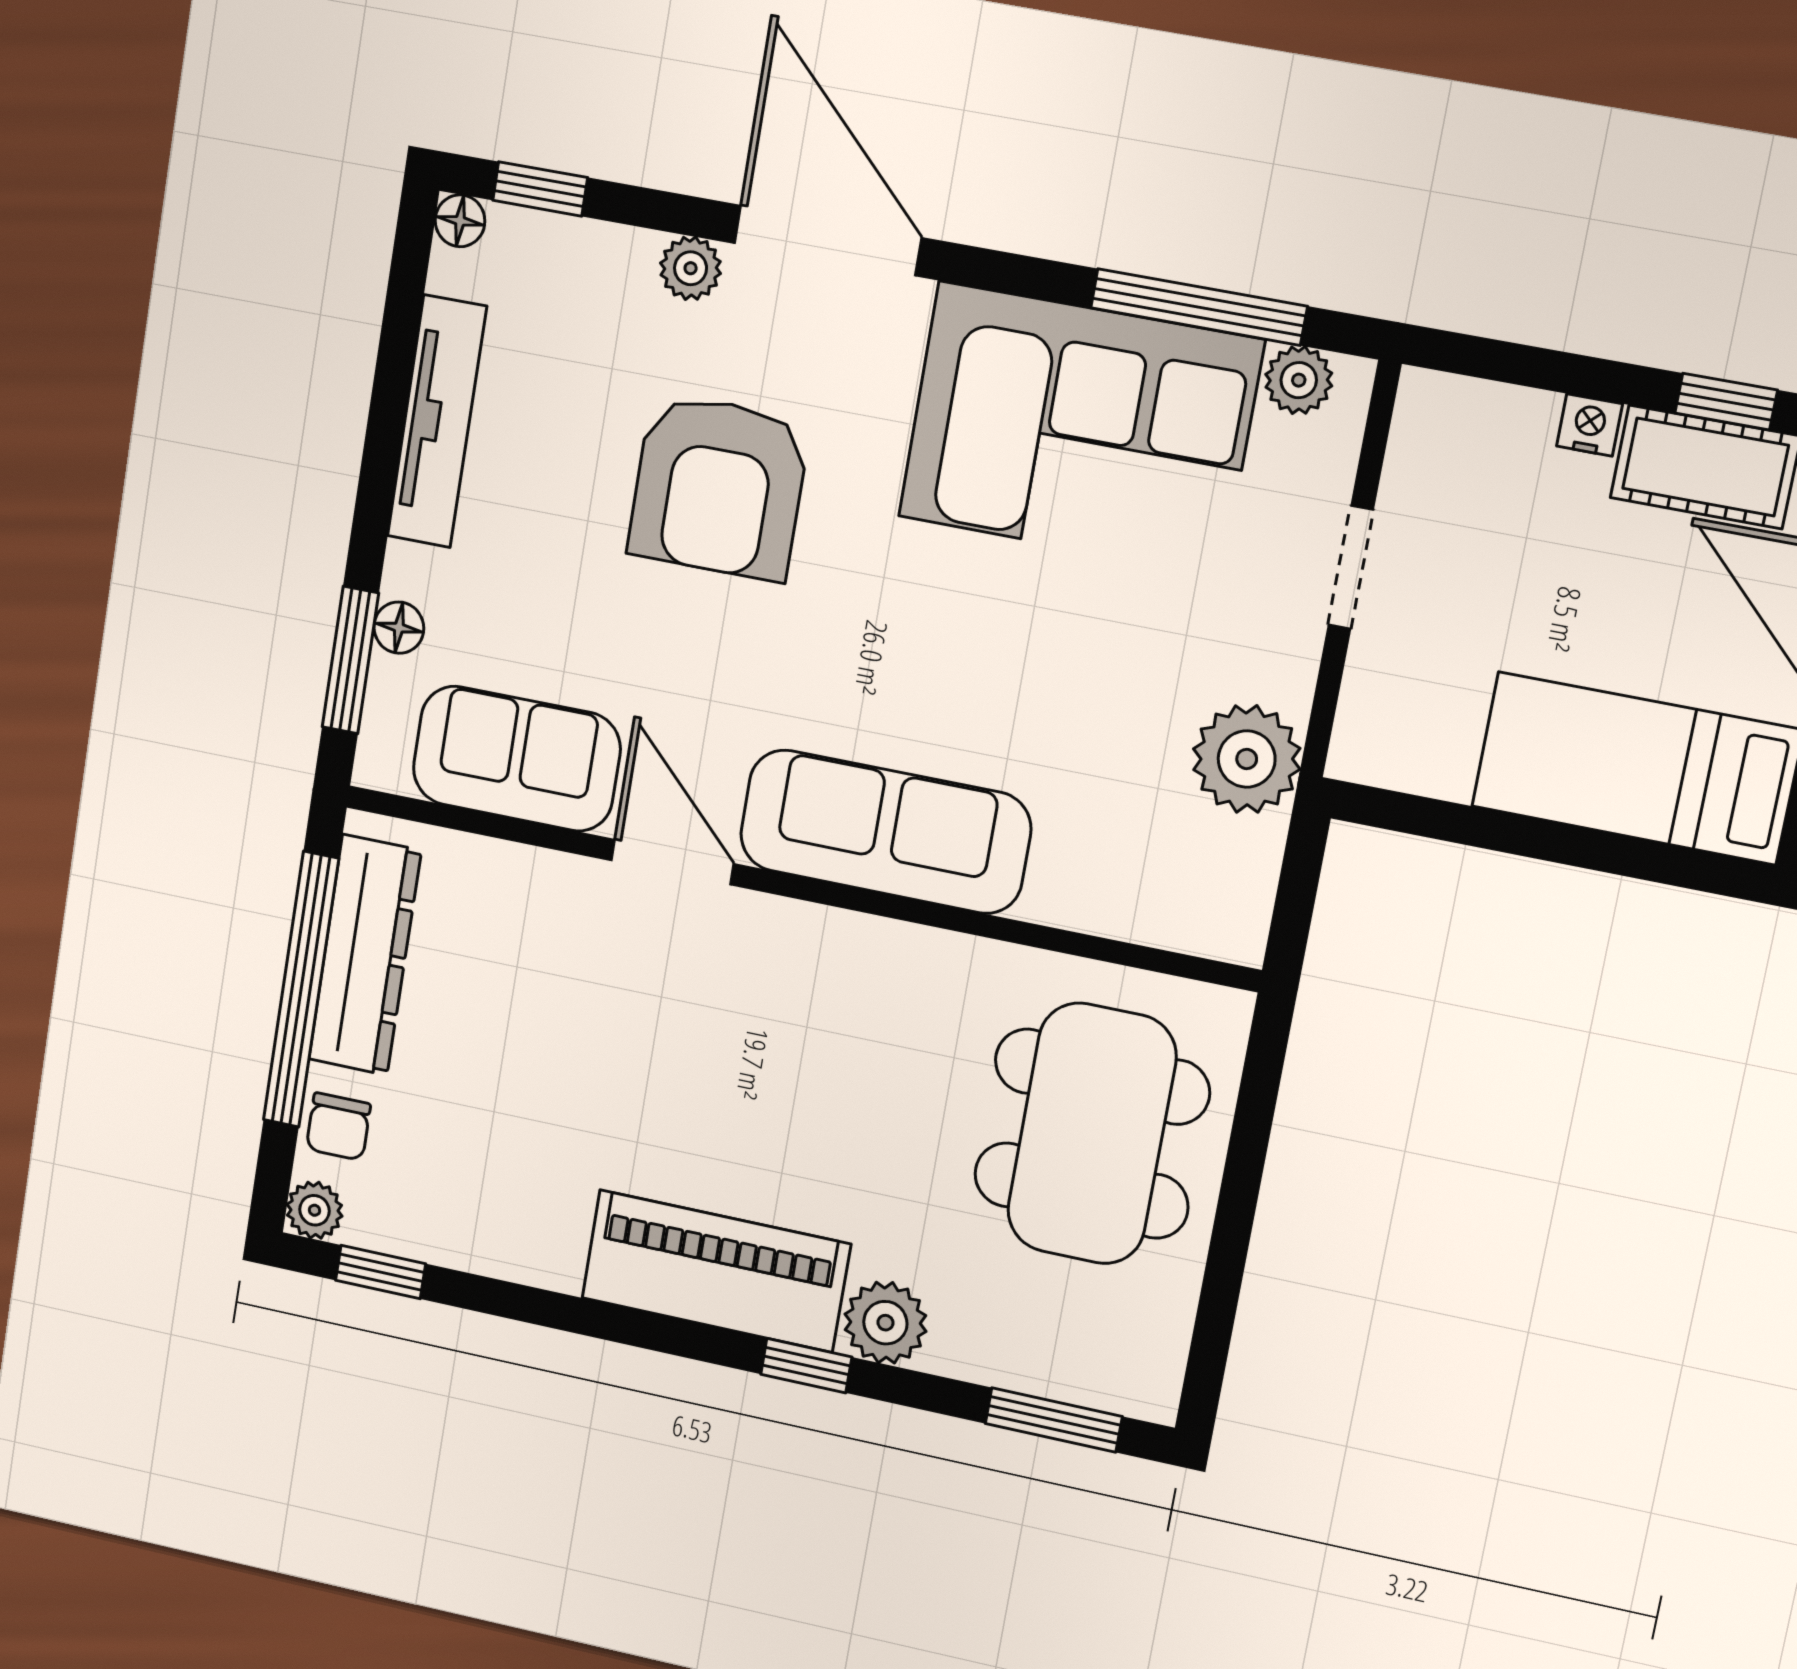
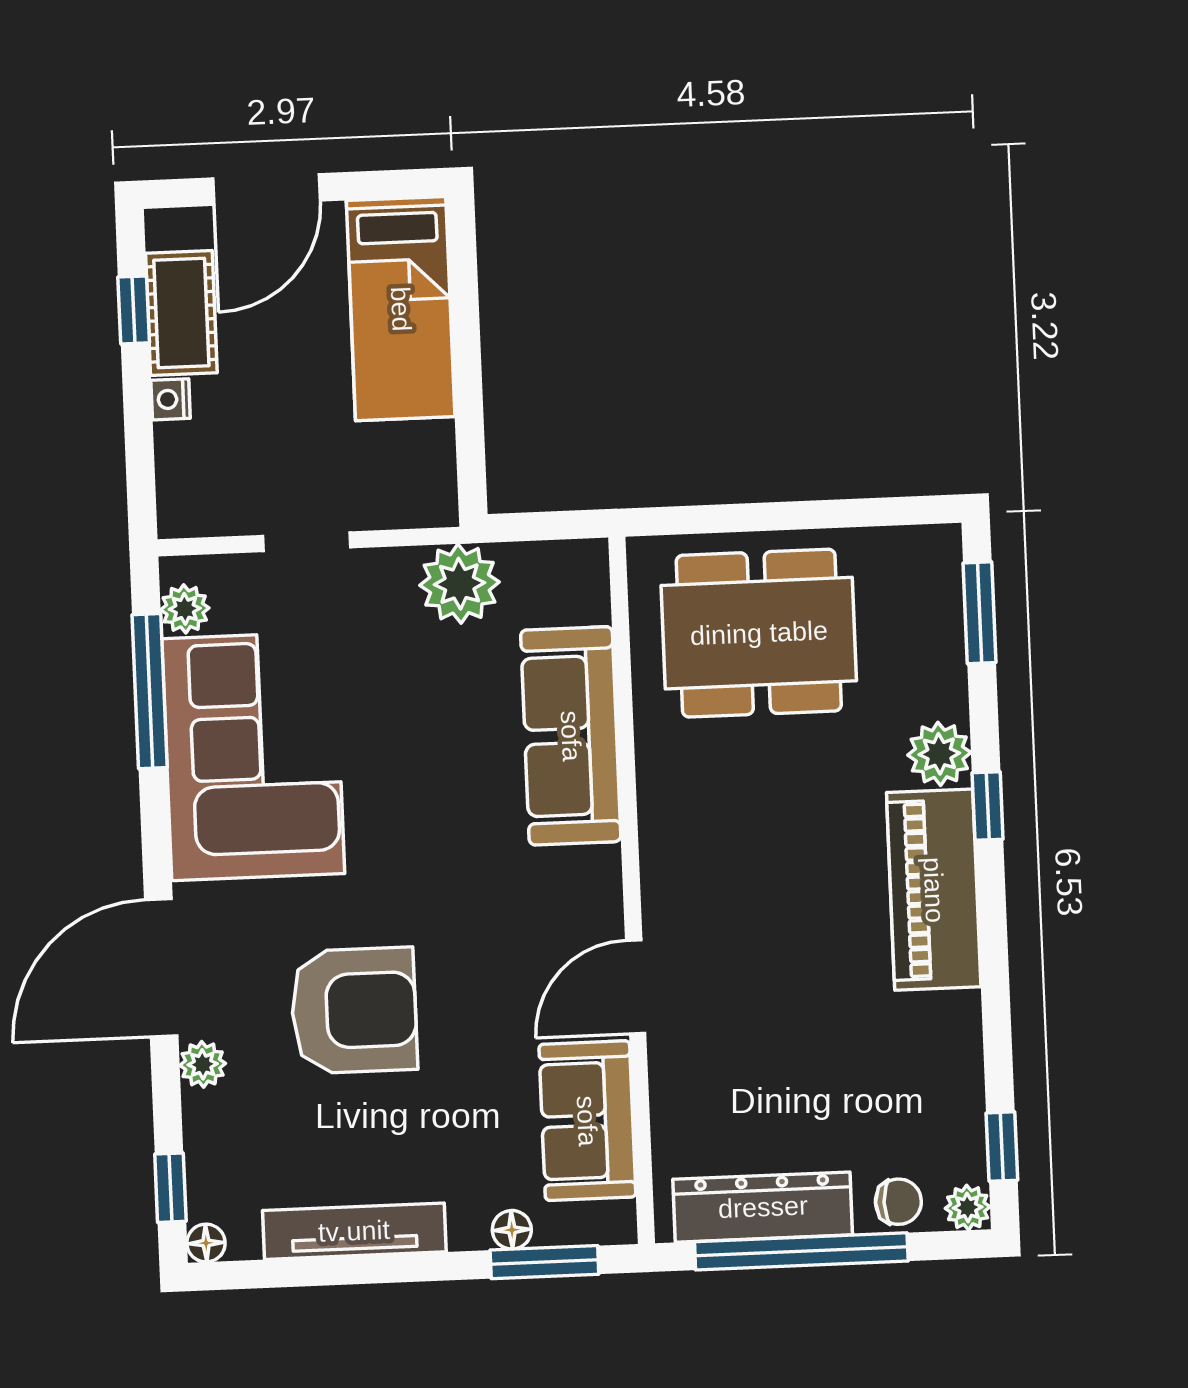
sofa: (885, 832) -> (571, 736), moved

